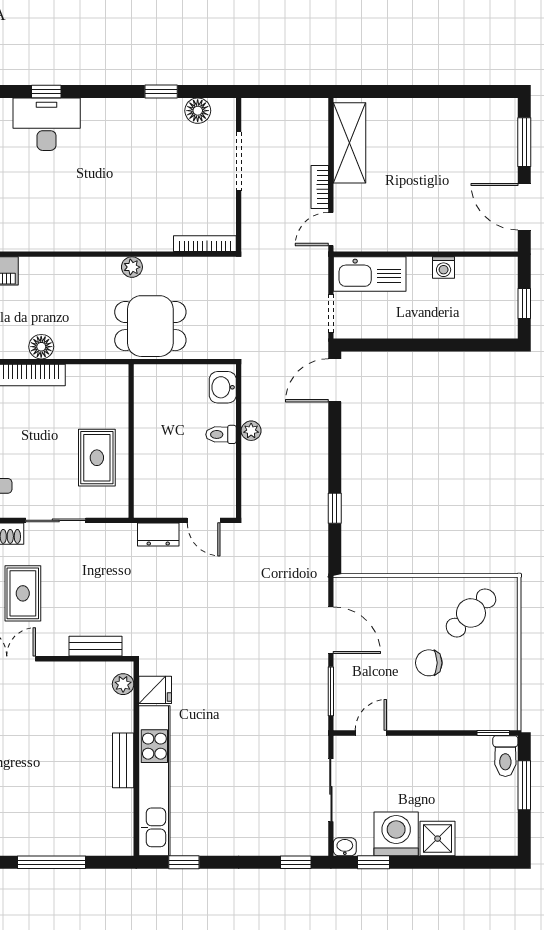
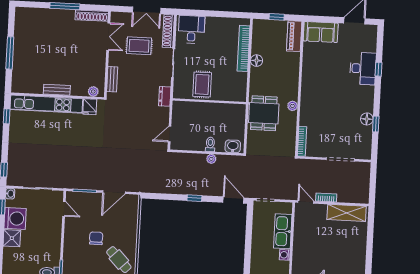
floor lamp: (198, 111) -> (367, 119), moved
kitchen sink: (370, 274) -> (283, 231), moved
rug: (97, 458) -> (202, 84), turned 90
window: (335, 508) -> (194, 198), moved
dresser: (158, 535) -> (165, 96), moved

